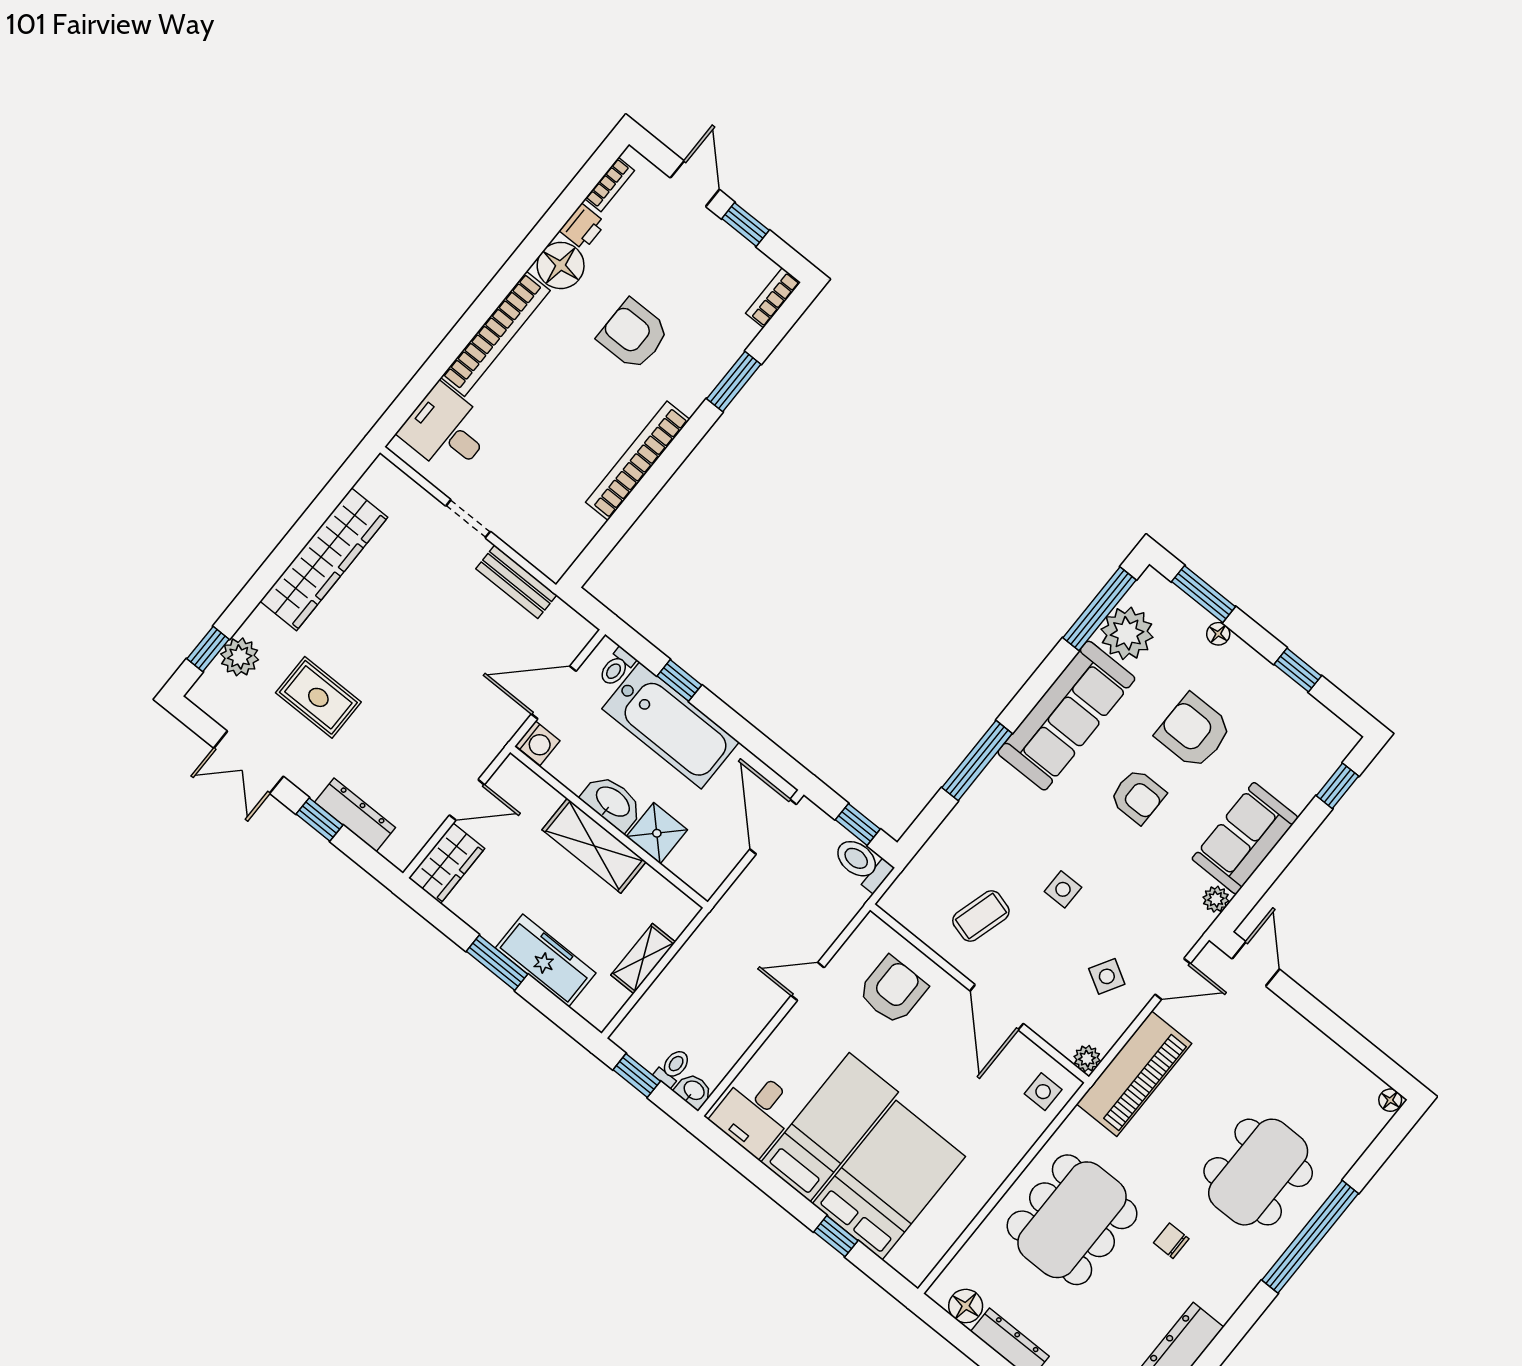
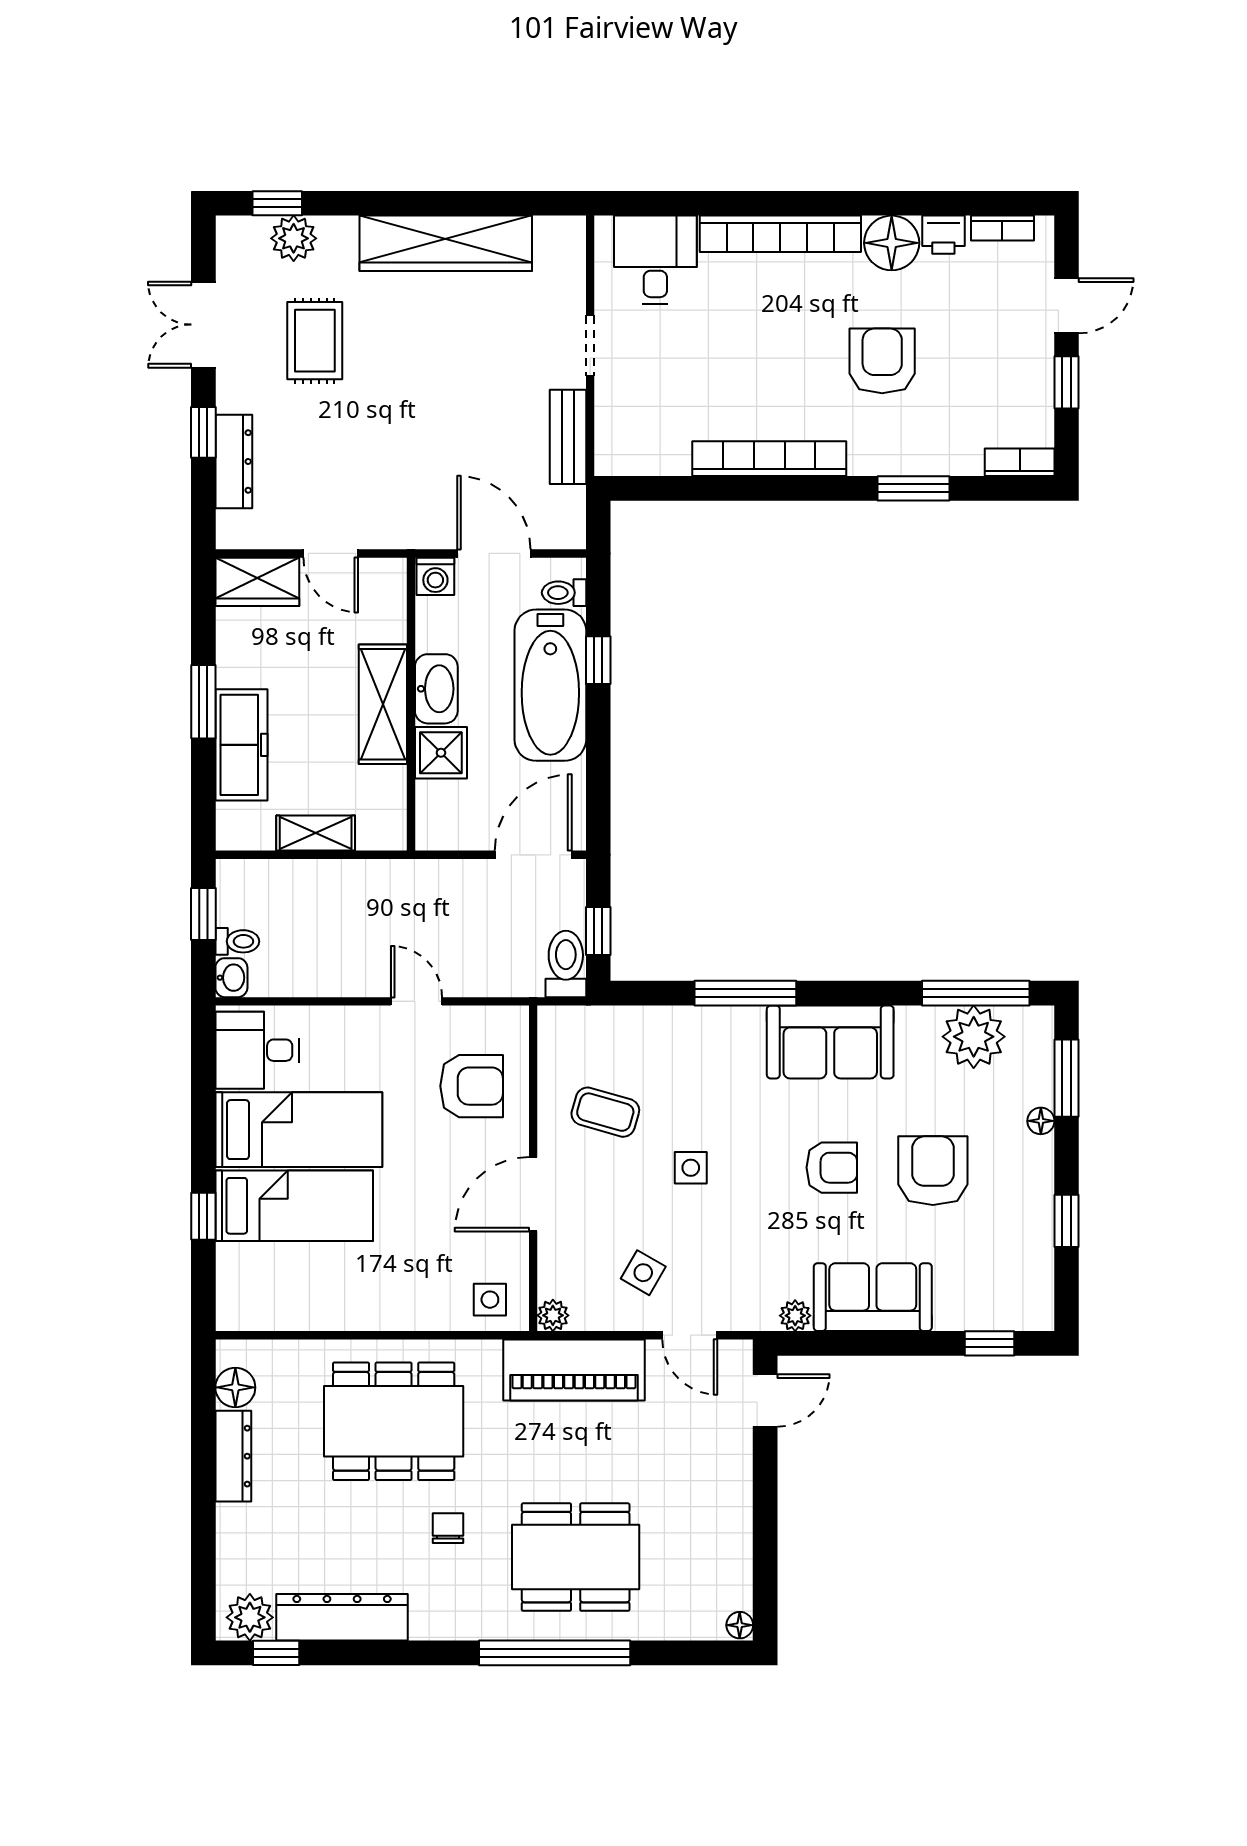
sofa: (1066, 716) -> (830, 1042), width x0.73
armchair: (1138, 796) -> (832, 1168), turned -90
bed: (889, 1180) -> (294, 1206), width x0.67

